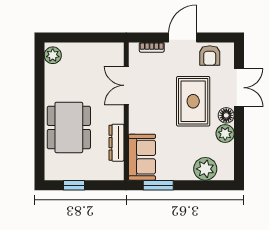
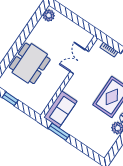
dresser: (116, 143) -> (51, 91), removed
plant: (205, 169) -> (92, 141), removed

